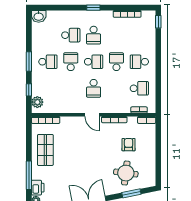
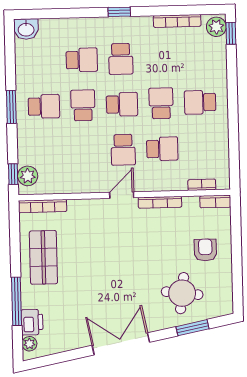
plant: (150, 18) -> (216, 27), added
school desk: (139, 88) -> (162, 149), moved
window: (29, 90) -> (13, 174), moved
door: (92, 115) -> (122, 195), swing flipped
armchair: (129, 145) -> (205, 250), moved

